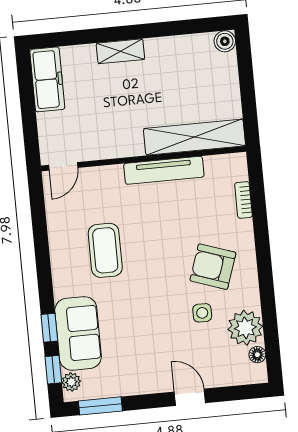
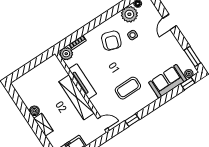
boiler: (225, 41) -> (34, 111), moved
shelving: (194, 137) -> (77, 97), moved
plant: (234, 167) -> (66, 54), added
window: (49, 328) -> (132, 120), moved

